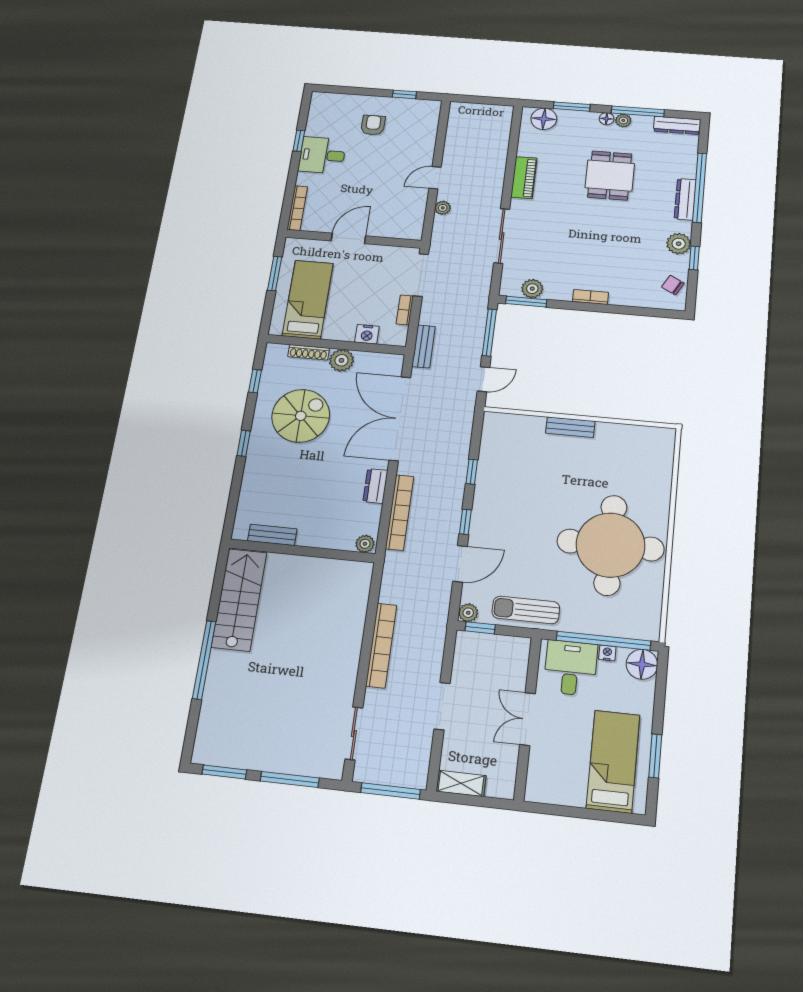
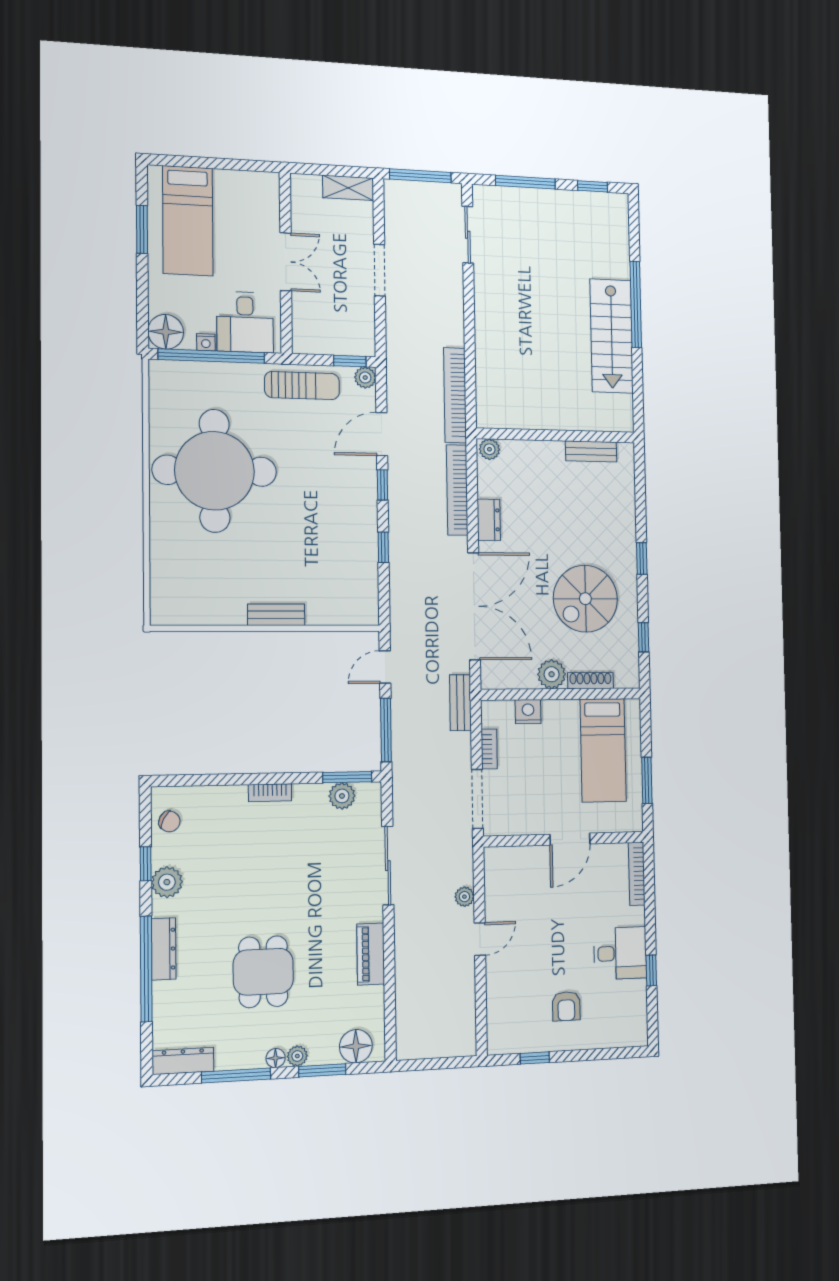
plant: (623, 120) -> (297, 1056), moved
stairs: (239, 600) -> (612, 336), moved
bookcase: (381, 645) -> (455, 395), moved
window: (224, 772) -> (593, 186), width x0.67

